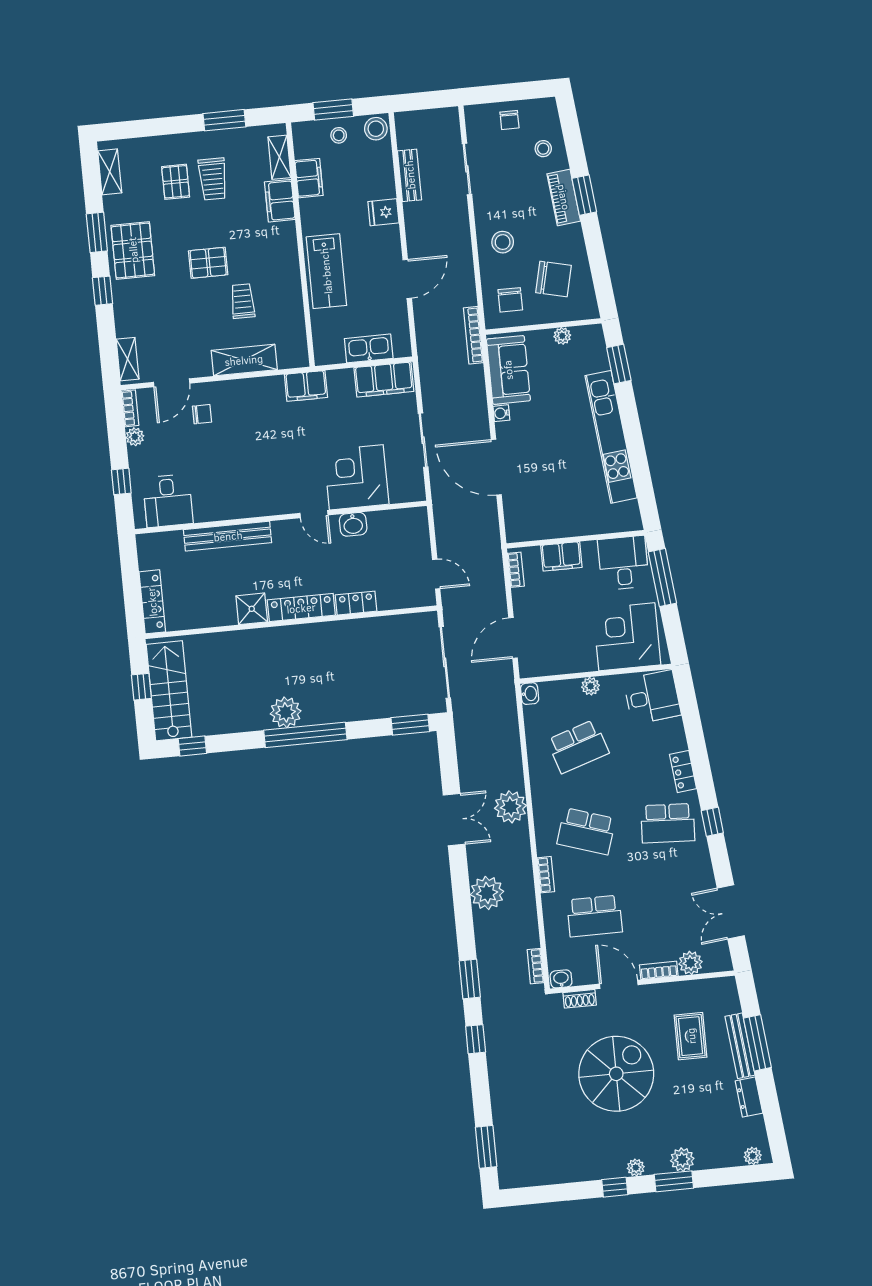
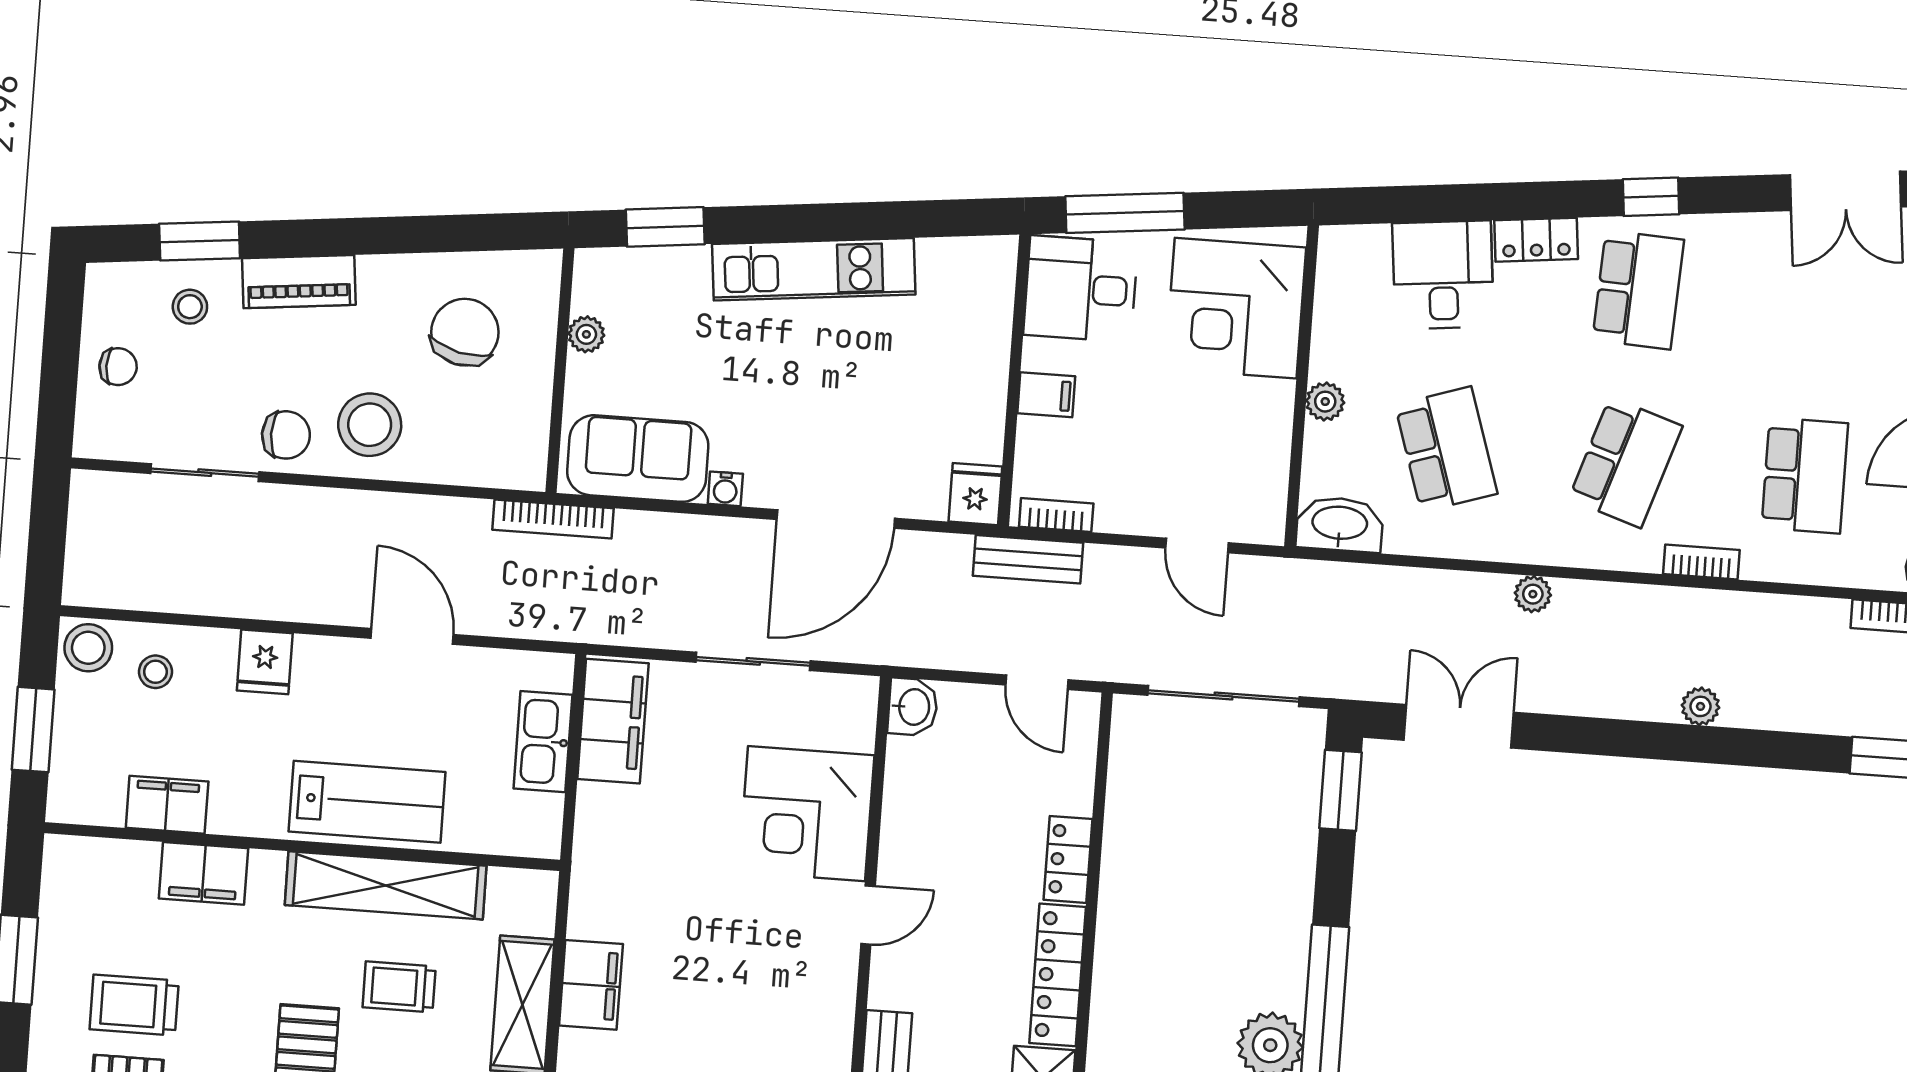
stool: (339, 135) -> (155, 672), moved
shelving: (279, 157) -> (386, 885), moved, width x2.20, depth x1.33
bench: (410, 175) -> (1028, 559), moved
trolley: (213, 179) -> (134, 1005), turned 180
window: (584, 195) -> (200, 241), moved
stool: (503, 242) -> (370, 425), width x1.38, depth x1.38
chair: (510, 300) -> (286, 435), moved
filing cabinet: (306, 386) -> (591, 985), moved
kitchen unit: (611, 437) -> (814, 269), width x0.73
washbasin: (353, 524) -> (913, 707), moved
fridge: (519, 530) -> (975, 494), added
filing cabinet: (561, 556) -> (1046, 395), width x0.50
door: (436, 574) -> (1037, 682), swing flipped
door: (513, 638) -> (1197, 545), width x0.73
washbasin: (530, 694) -> (1340, 524), width x1.91, depth x1.45
desk: (652, 697) -> (1443, 275), moved
plant: (511, 807) -> (1533, 594), width x0.53, depth x0.53
double door: (454, 820) -> (1459, 726), moved
plant: (487, 893) -> (1700, 706), width x0.53, depth x0.53

